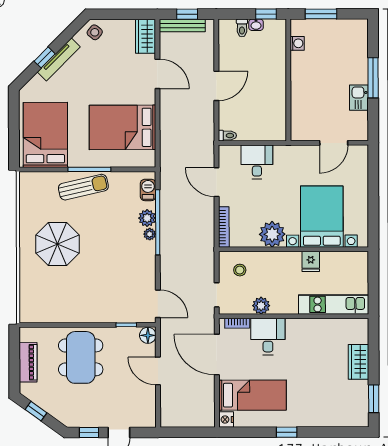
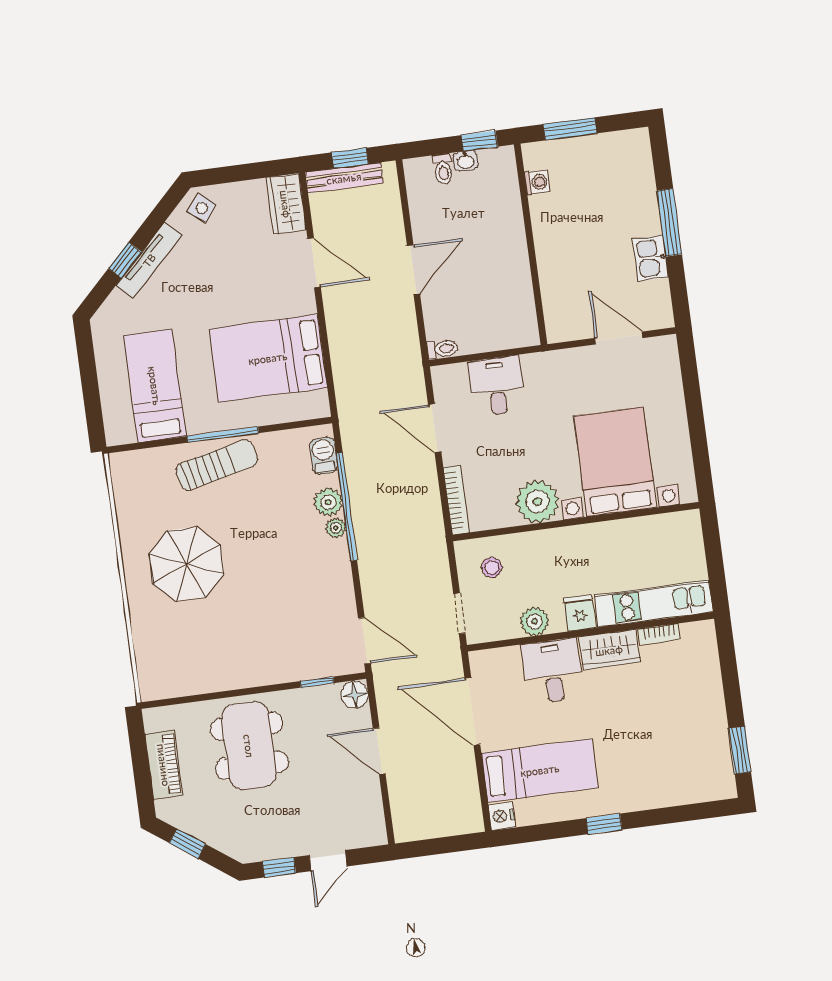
bed: (45, 135) -> (155, 386), width x0.67
door: (334, 143) -> (619, 338), swing flipped
fridge: (311, 261) -> (580, 613), moved, turned 180
bookcase: (237, 323) -> (659, 634), moved
wardrobe: (359, 362) -> (609, 650), moved, turned -90

